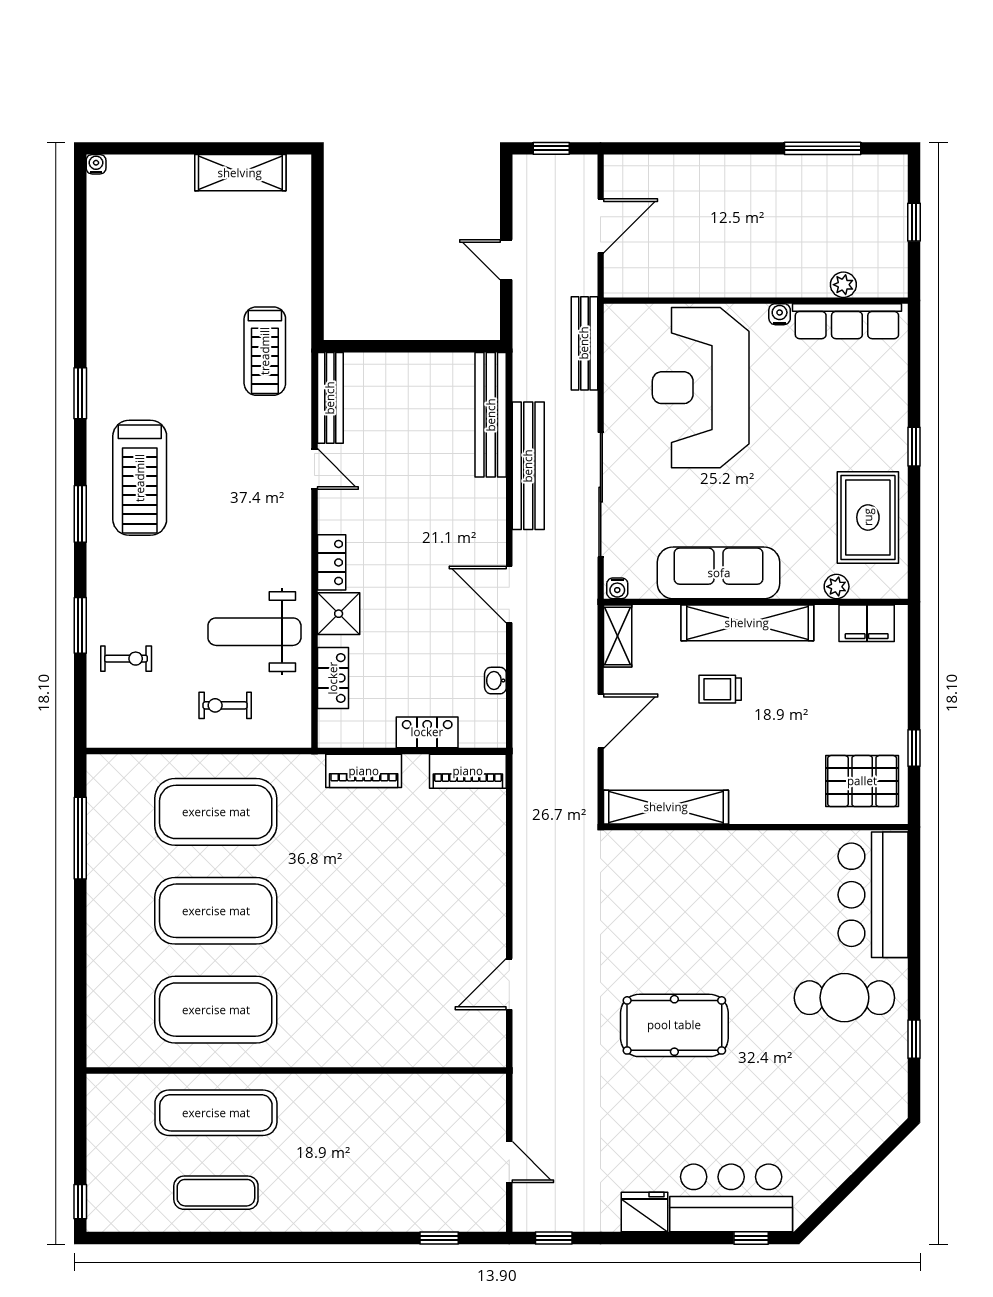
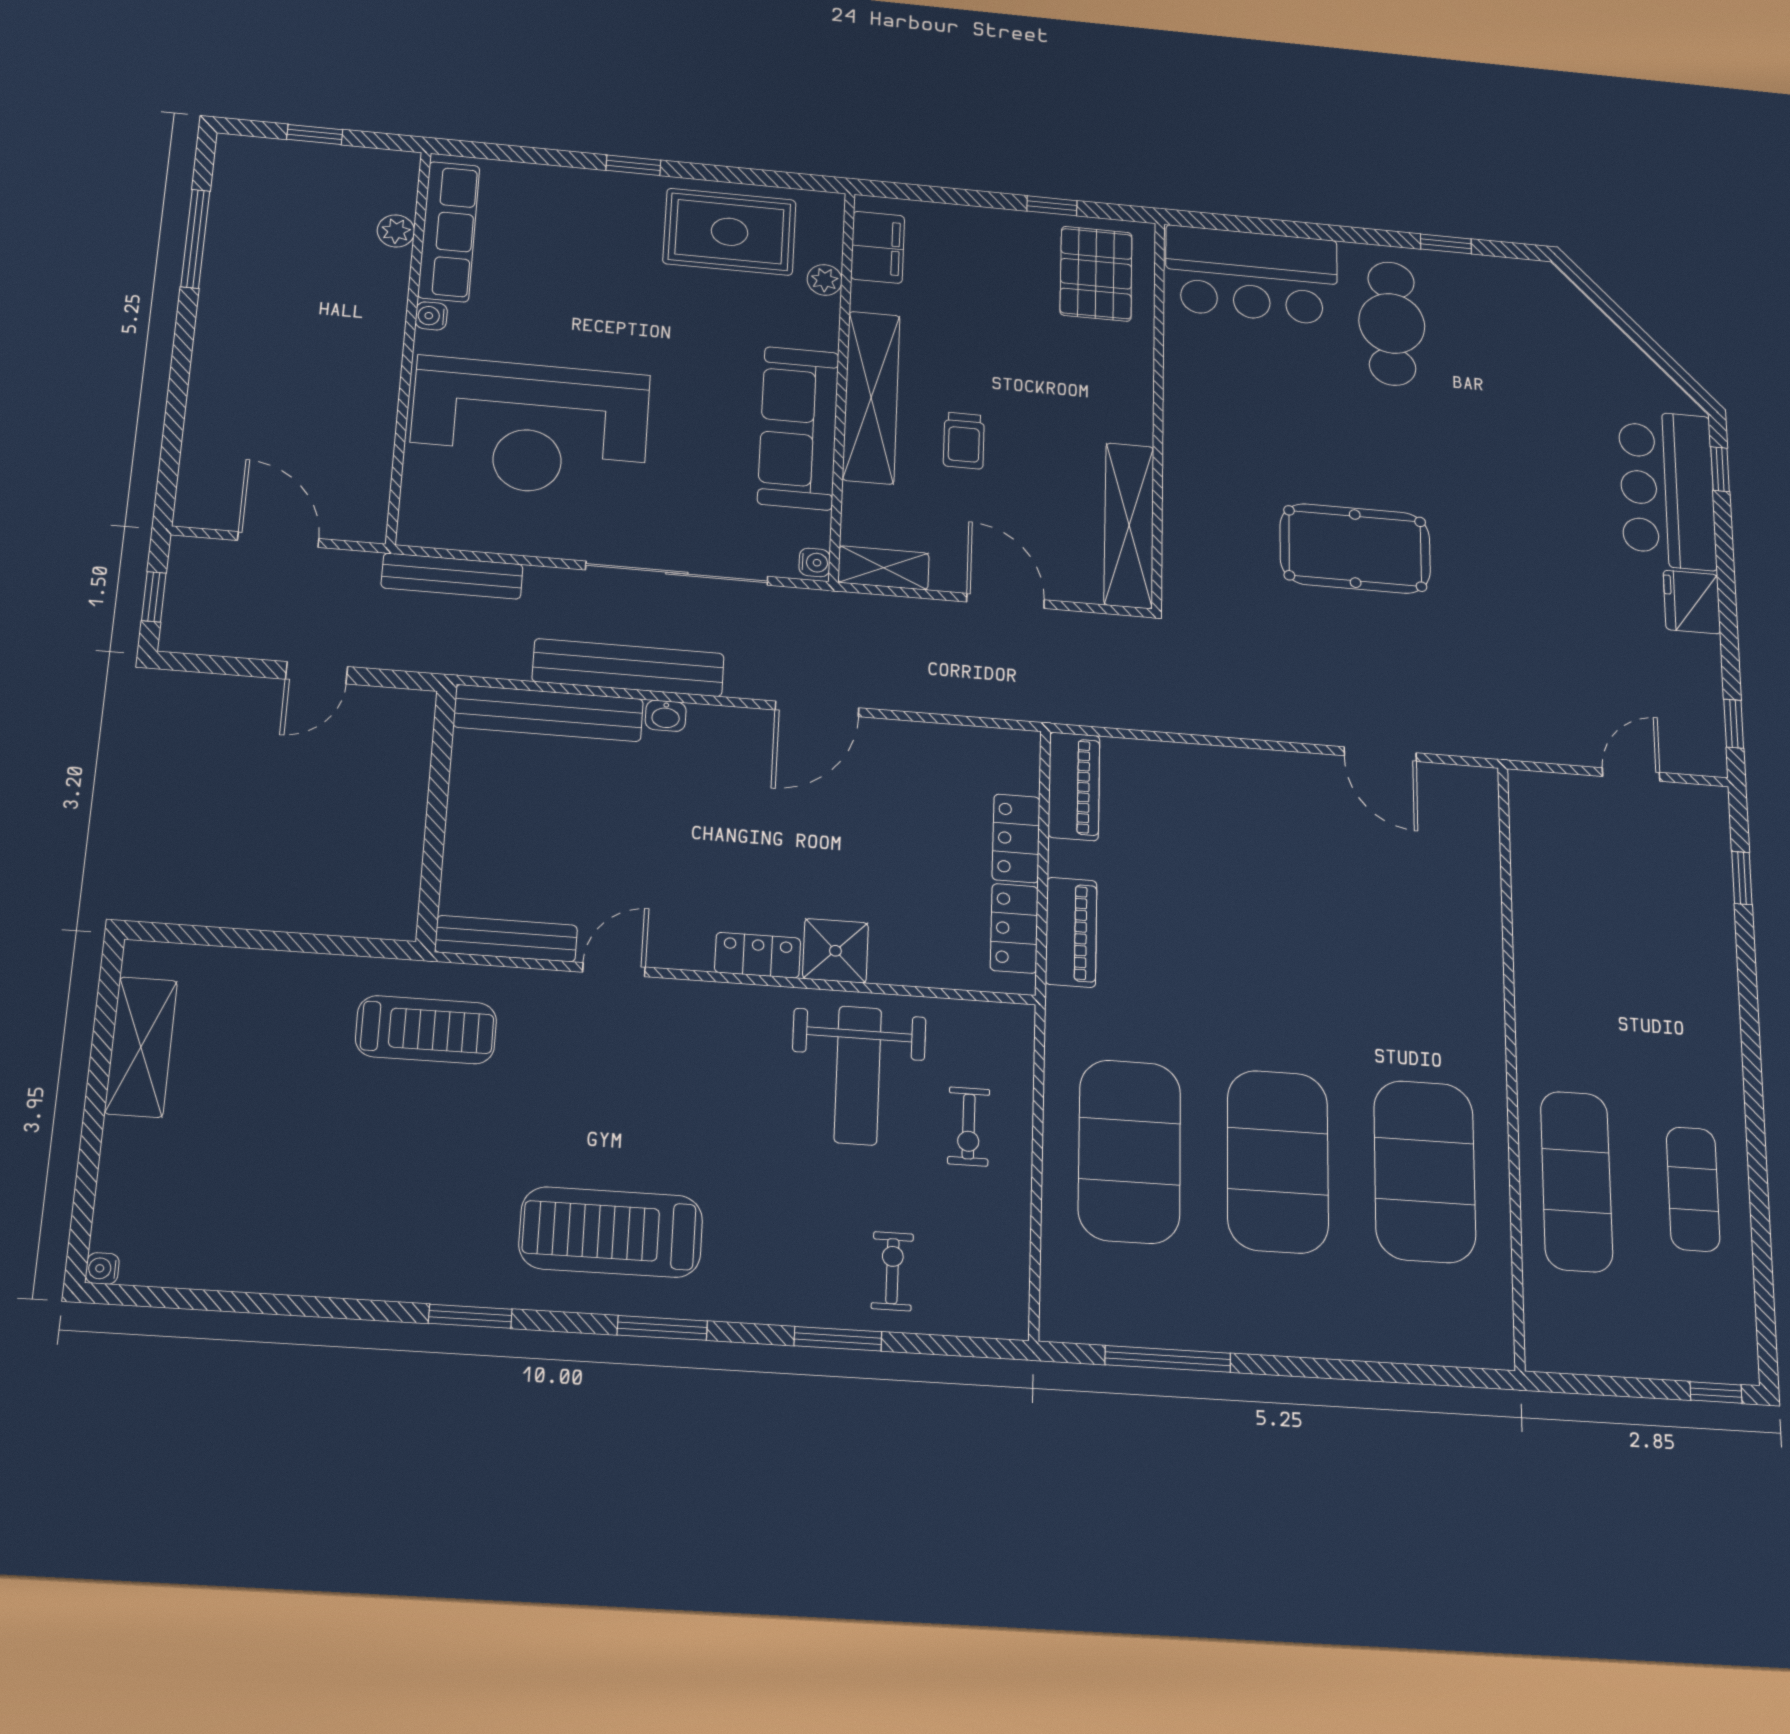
treadmill: (140, 478) -> (611, 1232), turned 180
locker: (333, 678) -> (1014, 928), moved, turned -90
washbasin: (495, 681) -> (666, 716), moved
pool table: (674, 1025) -> (1355, 548), moved, turned 90

